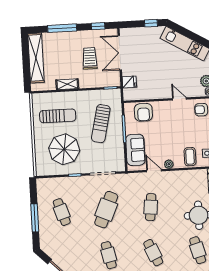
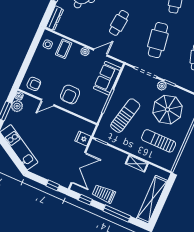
window: (151, 23) -> (53, 185), moved
trolley: (90, 58) -> (104, 194), moved, turned 90
door: (179, 99) -> (48, 103), hinge flipped
armchair: (143, 112) -> (70, 94), moved, turned 180
plant: (81, 169) -> (162, 86), added
door: (154, 171) -> (100, 52), swing flipped
cafe table: (106, 210) -> (158, 40), turned -33

